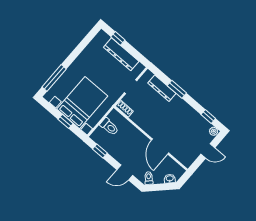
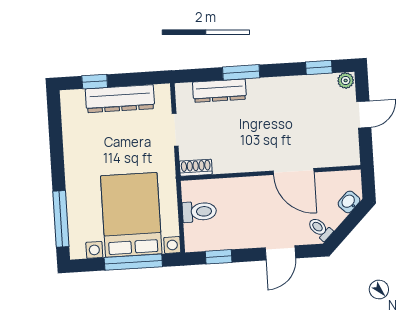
window: (65, 121) -> (133, 262), width x2.17

